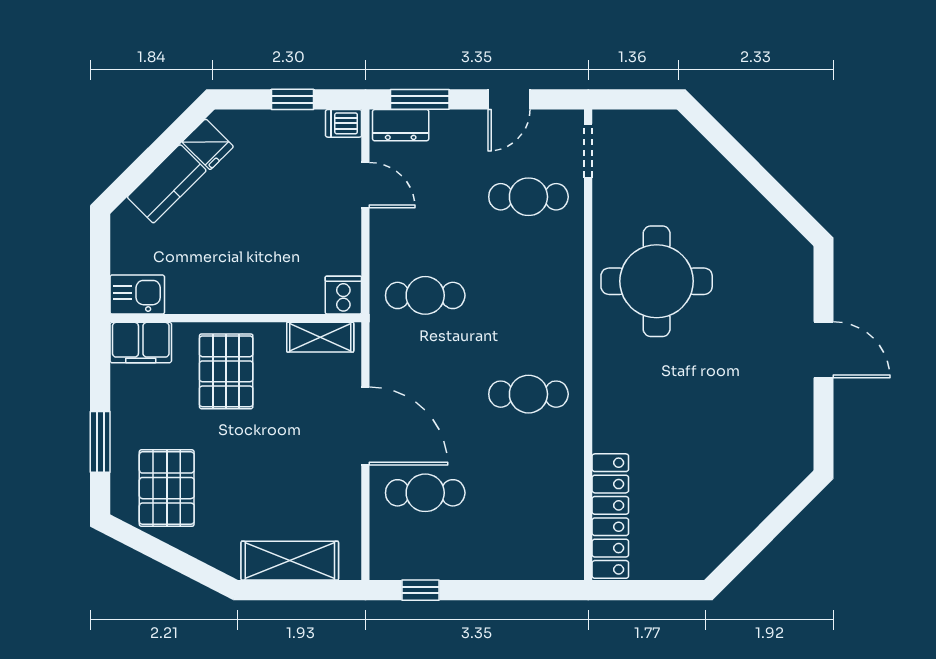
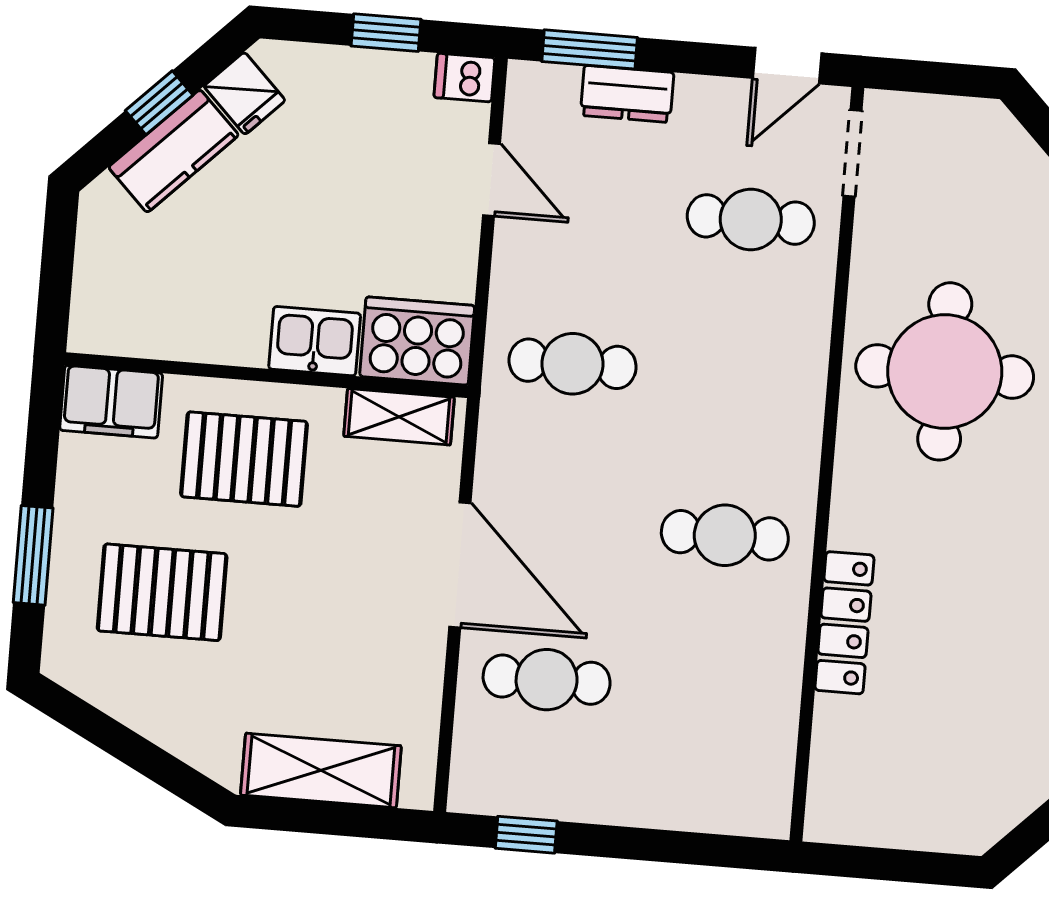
door: (509, 99) -> (787, 66), moved
dresser: (401, 125) -> (627, 94), moved
window: (155, 155) -> (159, 103), added
kitchen sink: (137, 295) -> (315, 341), moved
cooker: (343, 295) -> (417, 341), width x1.87, depth x1.31
pallet: (226, 371) -> (244, 459), turned 90
pallet: (167, 488) -> (162, 592), moved, turned 90
locker: (610, 516) -> (844, 623), moved, width x0.71, depth x0.83

